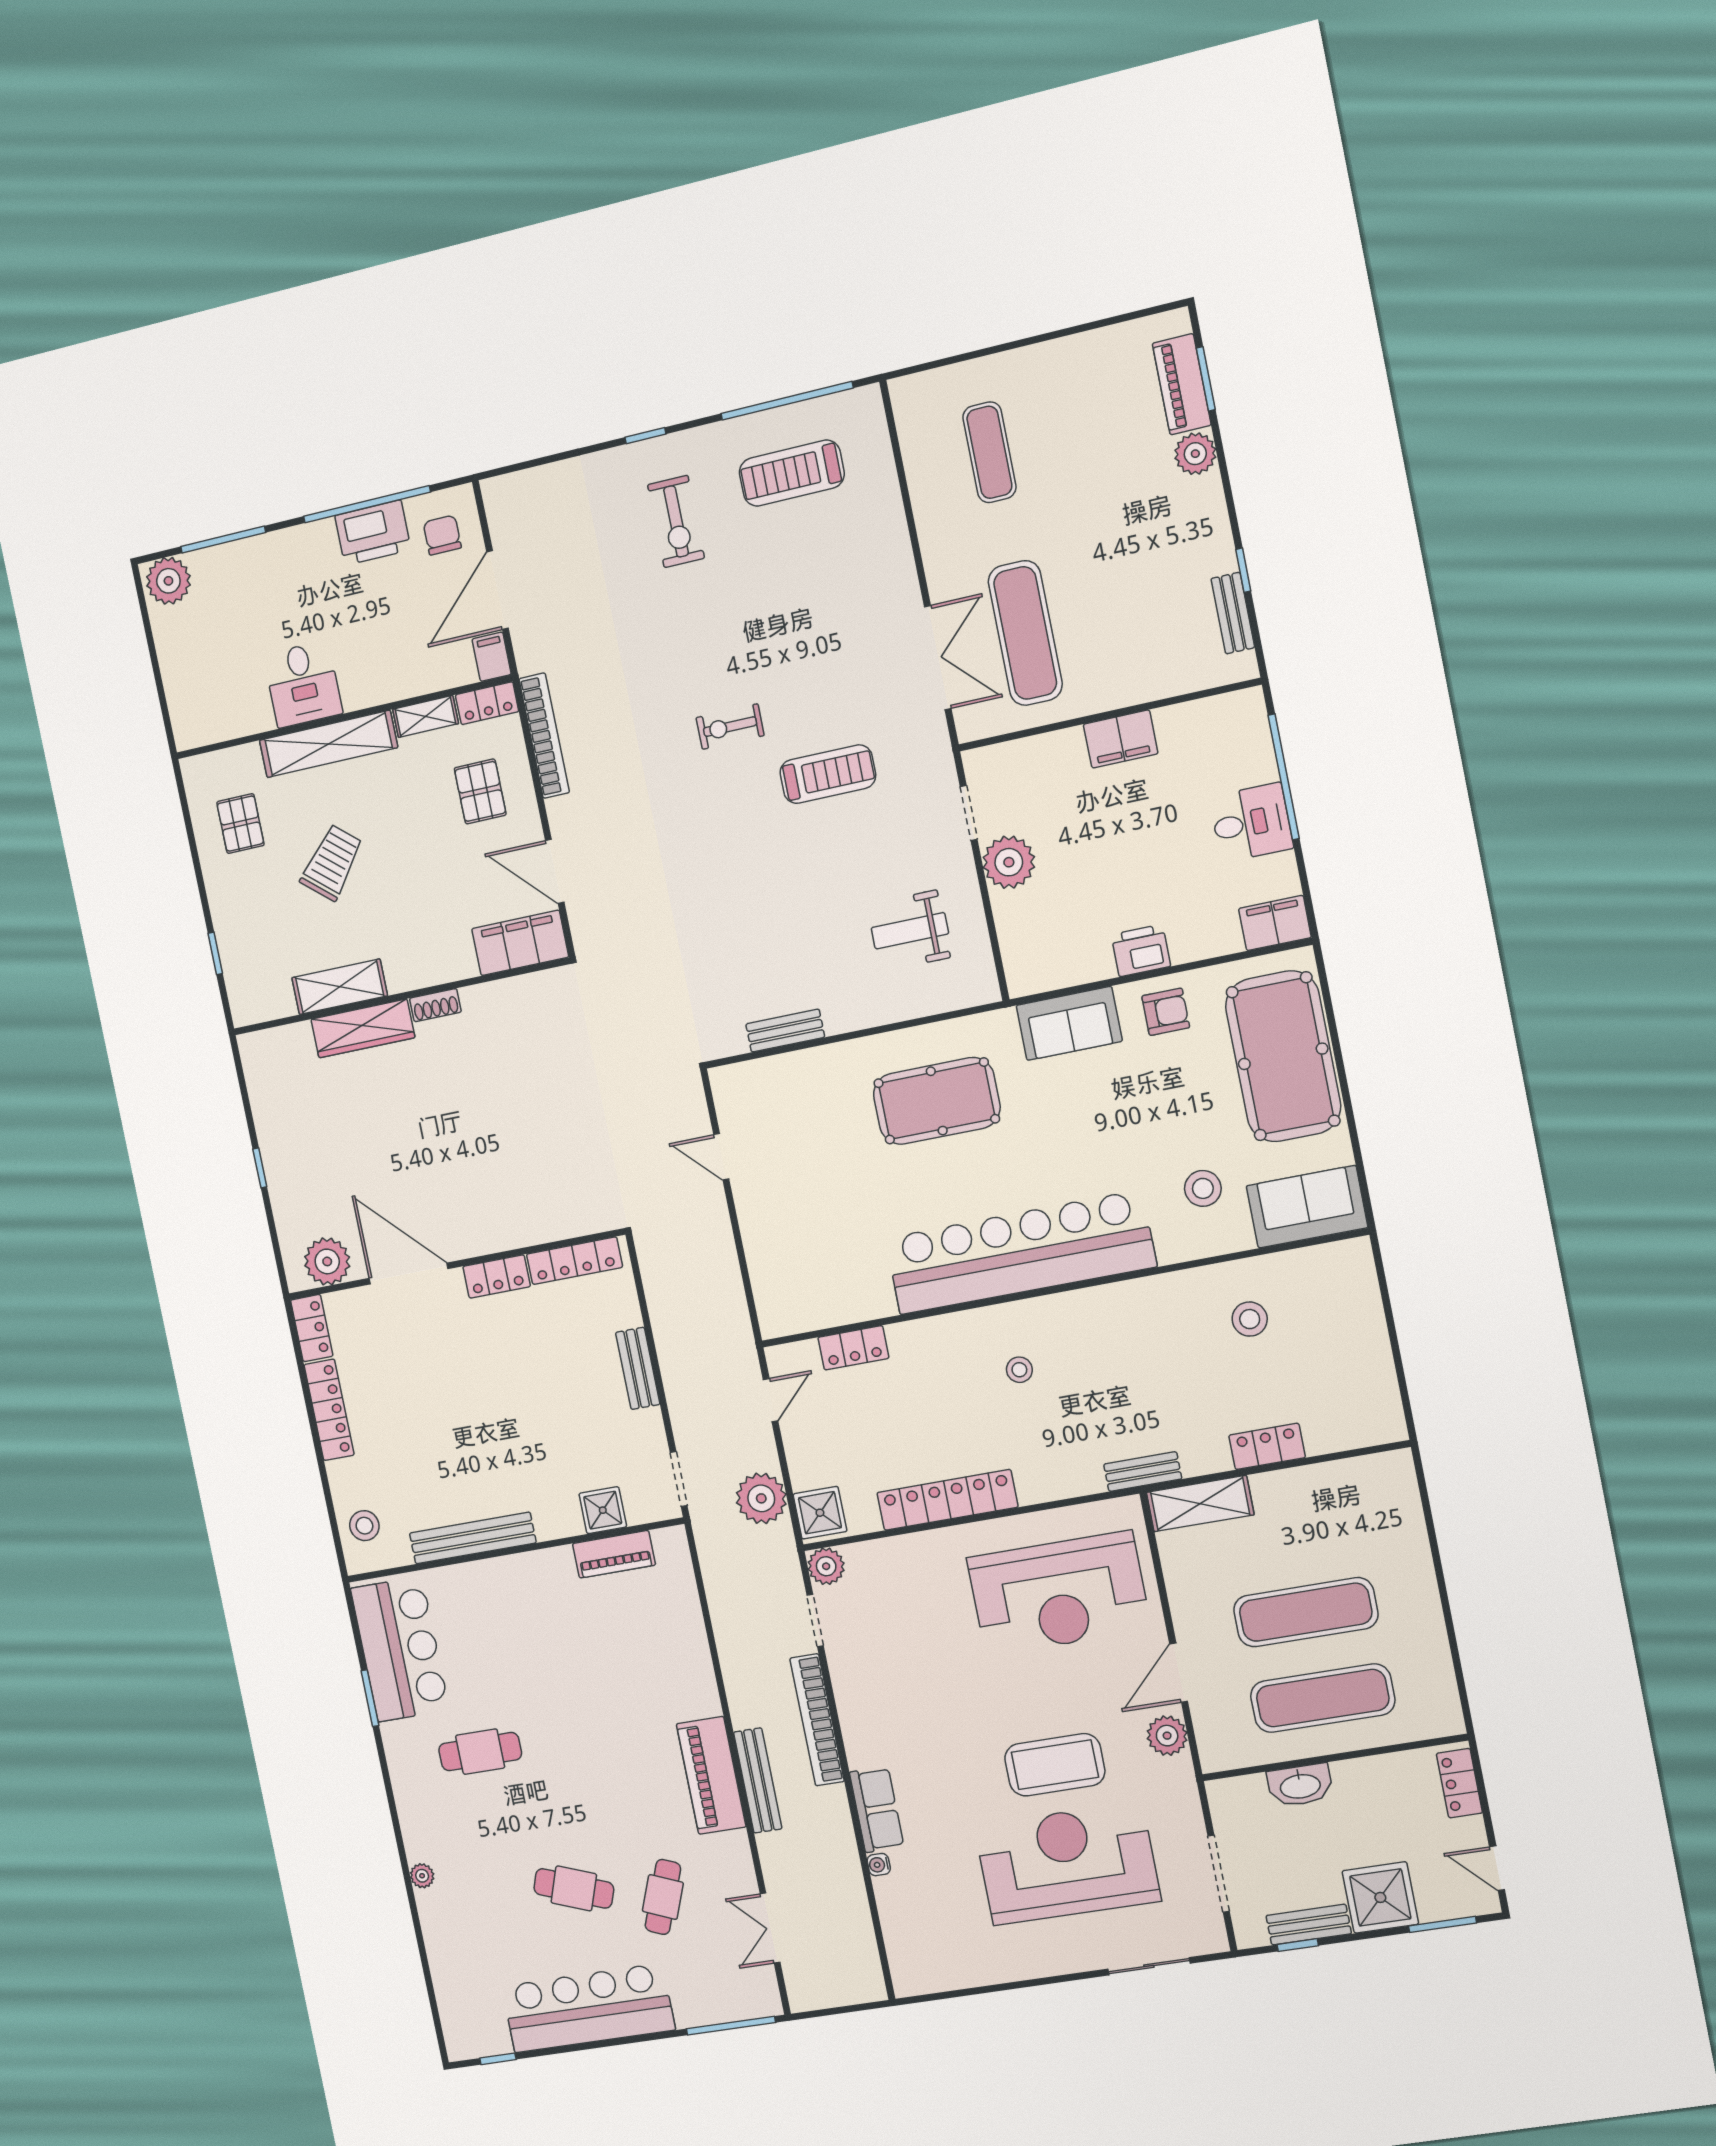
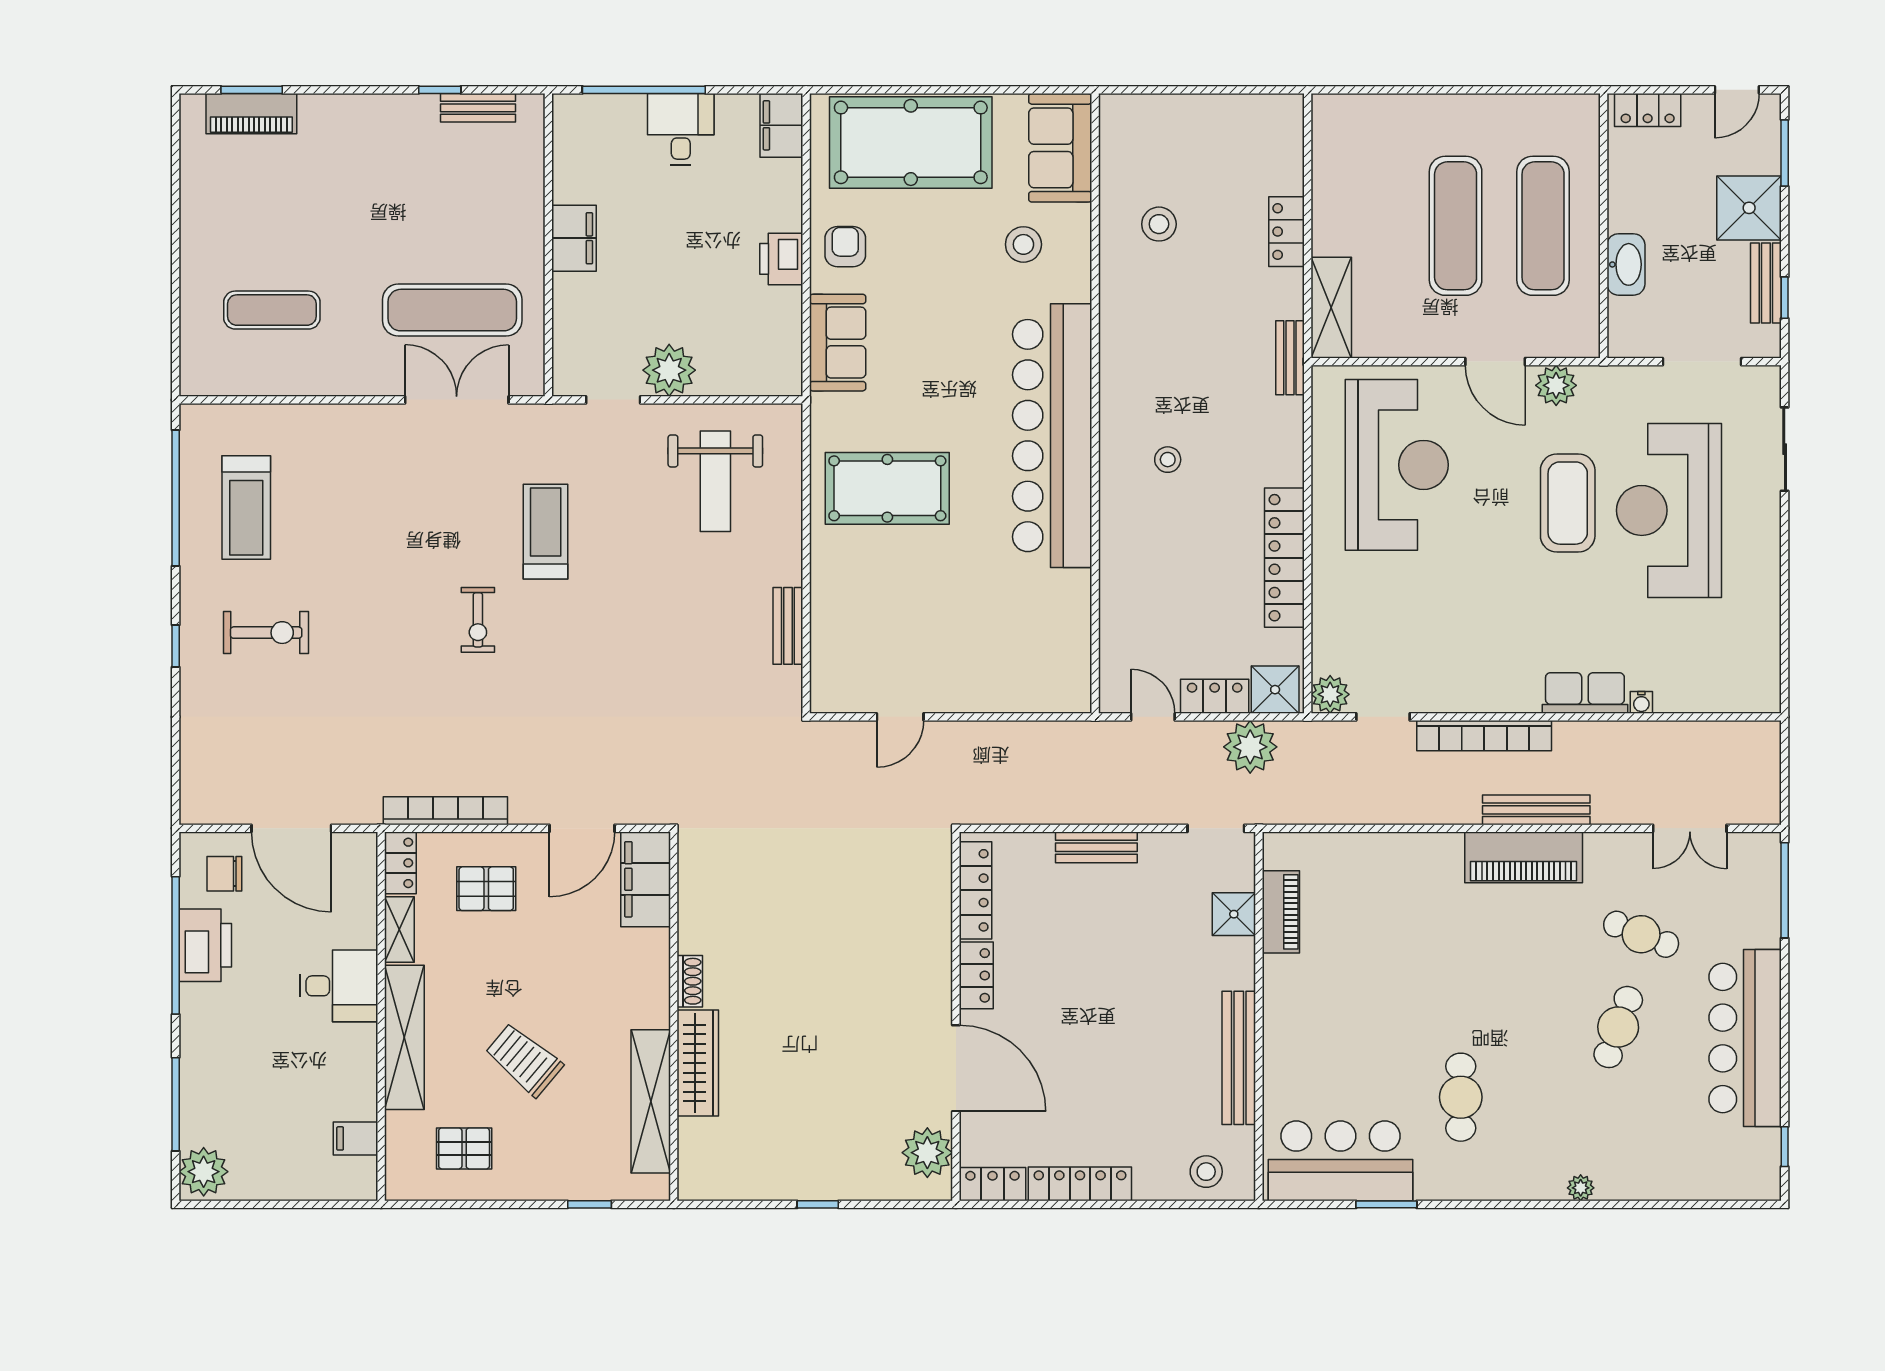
plant: (1195, 454) -> (320, 114), removed
filing cabinet: (492, 657) -> (356, 1138), moved
desk: (303, 684) -> (339, 986), moved
weight bench: (910, 931) -> (715, 481), width x1.36, depth x1.33
shelving: (340, 987) -> (651, 1101), width x1.47
pool table: (937, 1101) -> (887, 488), turned 90
door: (408, 1274) -> (956, 1068), swing flipped
locker: (853, 1348) -> (1215, 696), moved, turned -90

